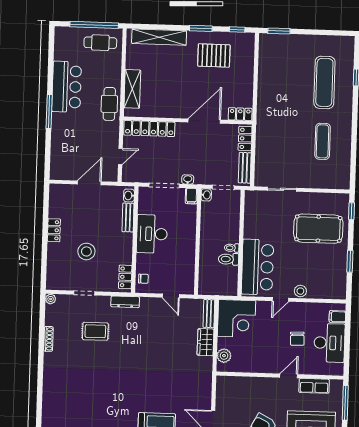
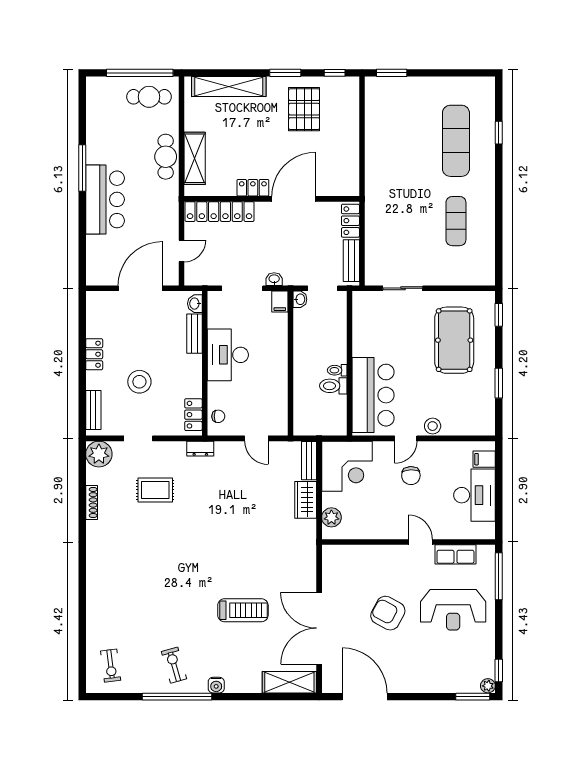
pallet: (214, 55) -> (304, 109), turned 90
bar counter: (67, 87) -> (105, 199), moved
cafe table: (109, 104) -> (166, 157), moved
window: (49, 111) -> (82, 168), moved
locker: (240, 114) -> (253, 188), moved
door: (89, 183) -> (140, 288), width x1.36
pool table: (318, 229) -> (454, 340), turned 90
bench: (52, 271) -> (93, 410), added
plant: (51, 299) -> (99, 454), width x1.87, depth x1.87
dresser: (125, 302) -> (200, 449), width x0.70
chair: (297, 339) -> (411, 476), moved
door: (289, 376) -> (420, 542), hinge flipped

